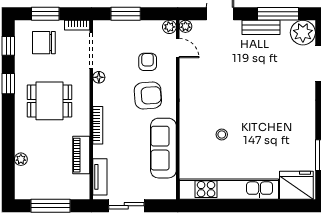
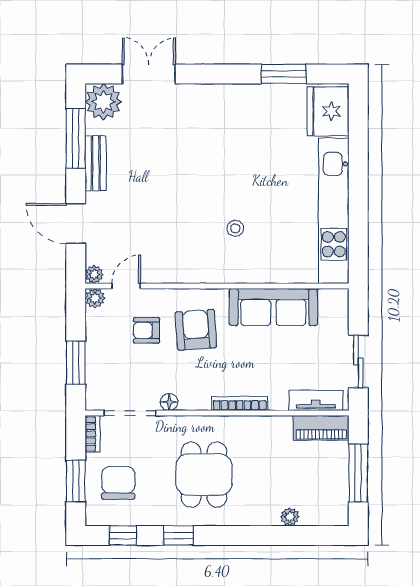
chair: (44, 43) -> (118, 483), turned 180
stool: (222, 135) -> (235, 228), moved
piano: (81, 155) -> (321, 428), moved

